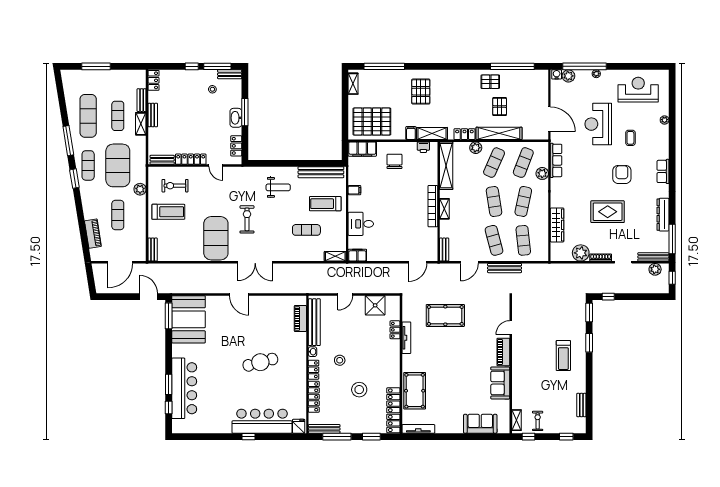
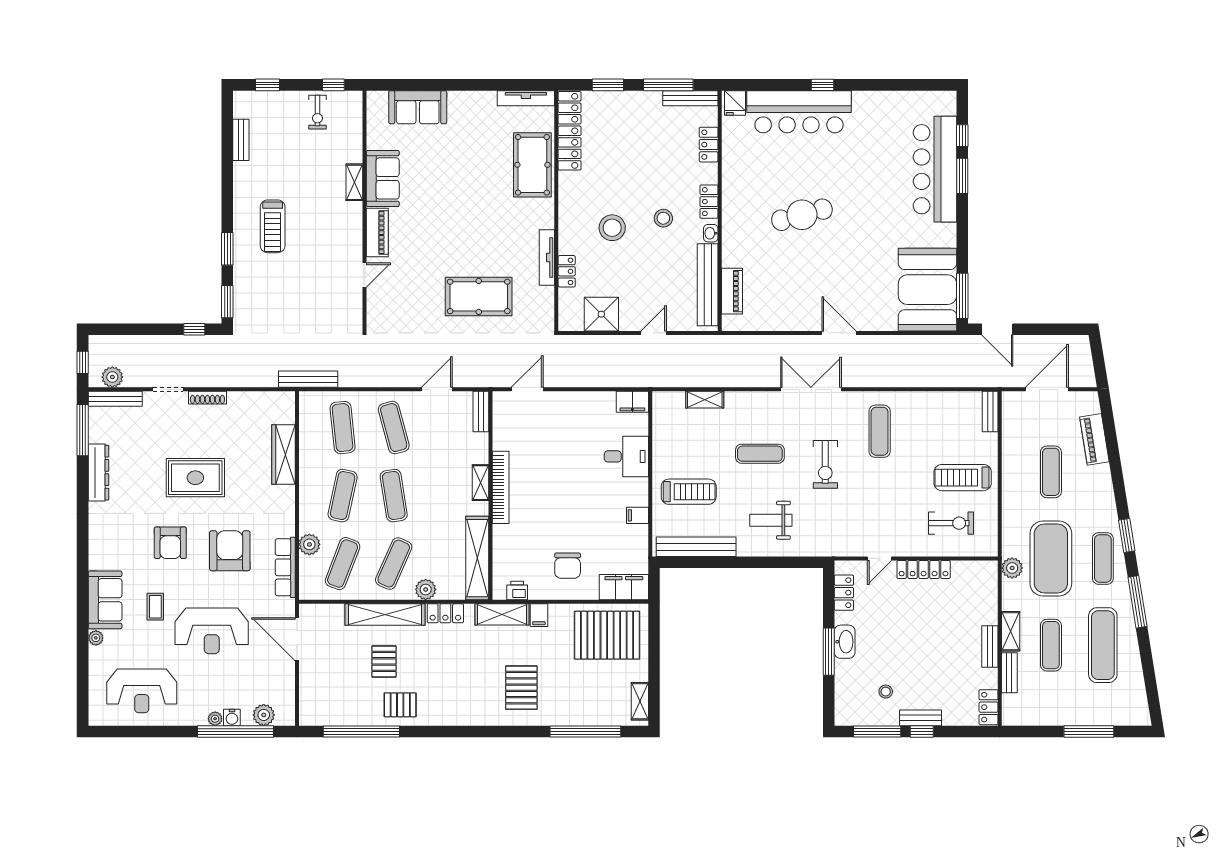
bench: (230, 74) -> (921, 718), moved
water cooler: (557, 74) -> (232, 717), moved
reception desk: (598, 124) -> (212, 631), turned 90
sofa: (659, 142) -> (105, 600), added
bench: (162, 160) -> (973, 568), removed
door: (216, 165) -> (880, 558), swing flipped
armchair: (588, 170) -> (230, 551), added
row of seats: (663, 171) -> (98, 548), removed
plant: (140, 189) -> (1012, 568), moved
exercise mat: (306, 230) -> (760, 454), moved
exercise mat: (216, 238) -> (880, 431), width x0.50, depth x0.69
plant: (581, 253) -> (242, 406), removed
shelving: (335, 256) -> (705, 400), moved
bench: (505, 268) -> (308, 379), moved
treadmill: (563, 356) -> (273, 226), turned 180
stool: (359, 390) -> (612, 228), moved
locker: (314, 397) -> (709, 145), width x0.66
shelving: (516, 420) -> (354, 182), moved

